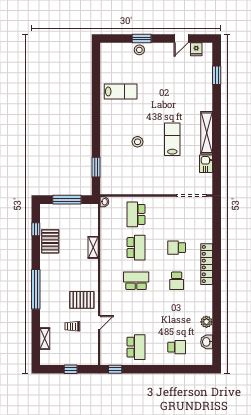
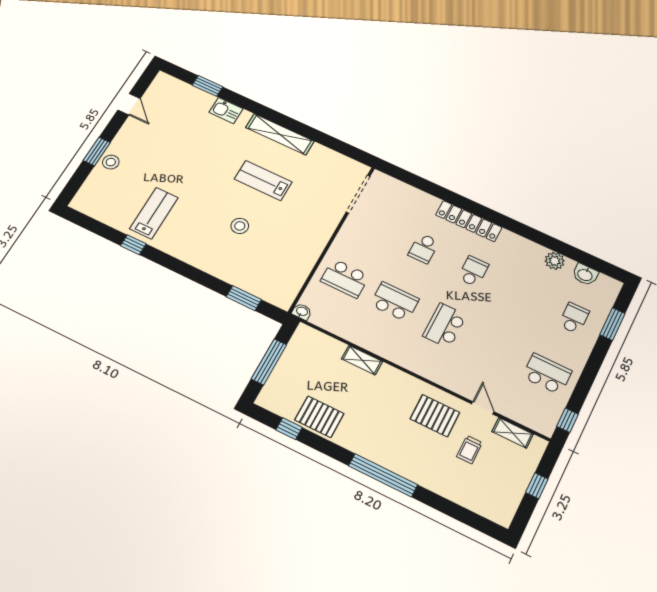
fridge: (196, 49) -> (156, 93), removed
window: (96, 91) -> (133, 245), added
kitchen sink: (206, 164) -> (226, 111), moved
school desk: (177, 281) -> (473, 271), turned -90
pallet: (82, 300) -> (435, 416), turned 90
shelving: (45, 339) -> (513, 433), moved
window: (184, 369) -> (613, 324), added

